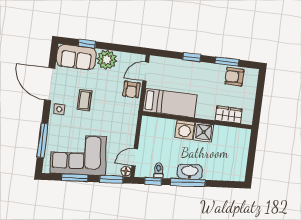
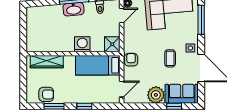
armchair: (132, 90) -> (131, 60), moved
wardrobe: (229, 115) -> (47, 62), width x1.50
shower: (204, 132) -> (112, 44), moved

